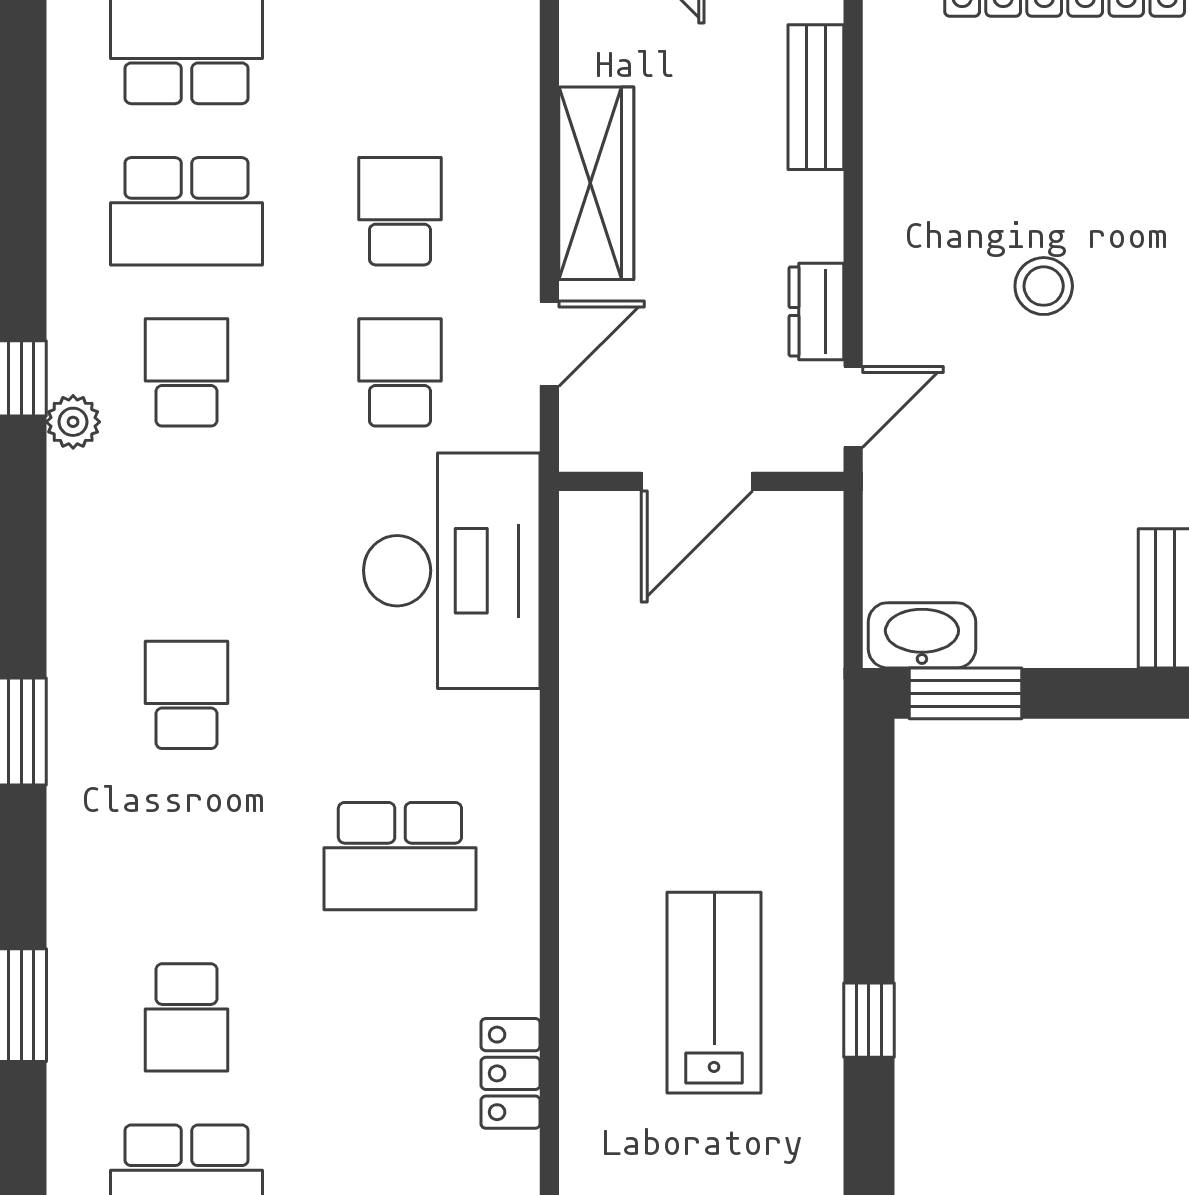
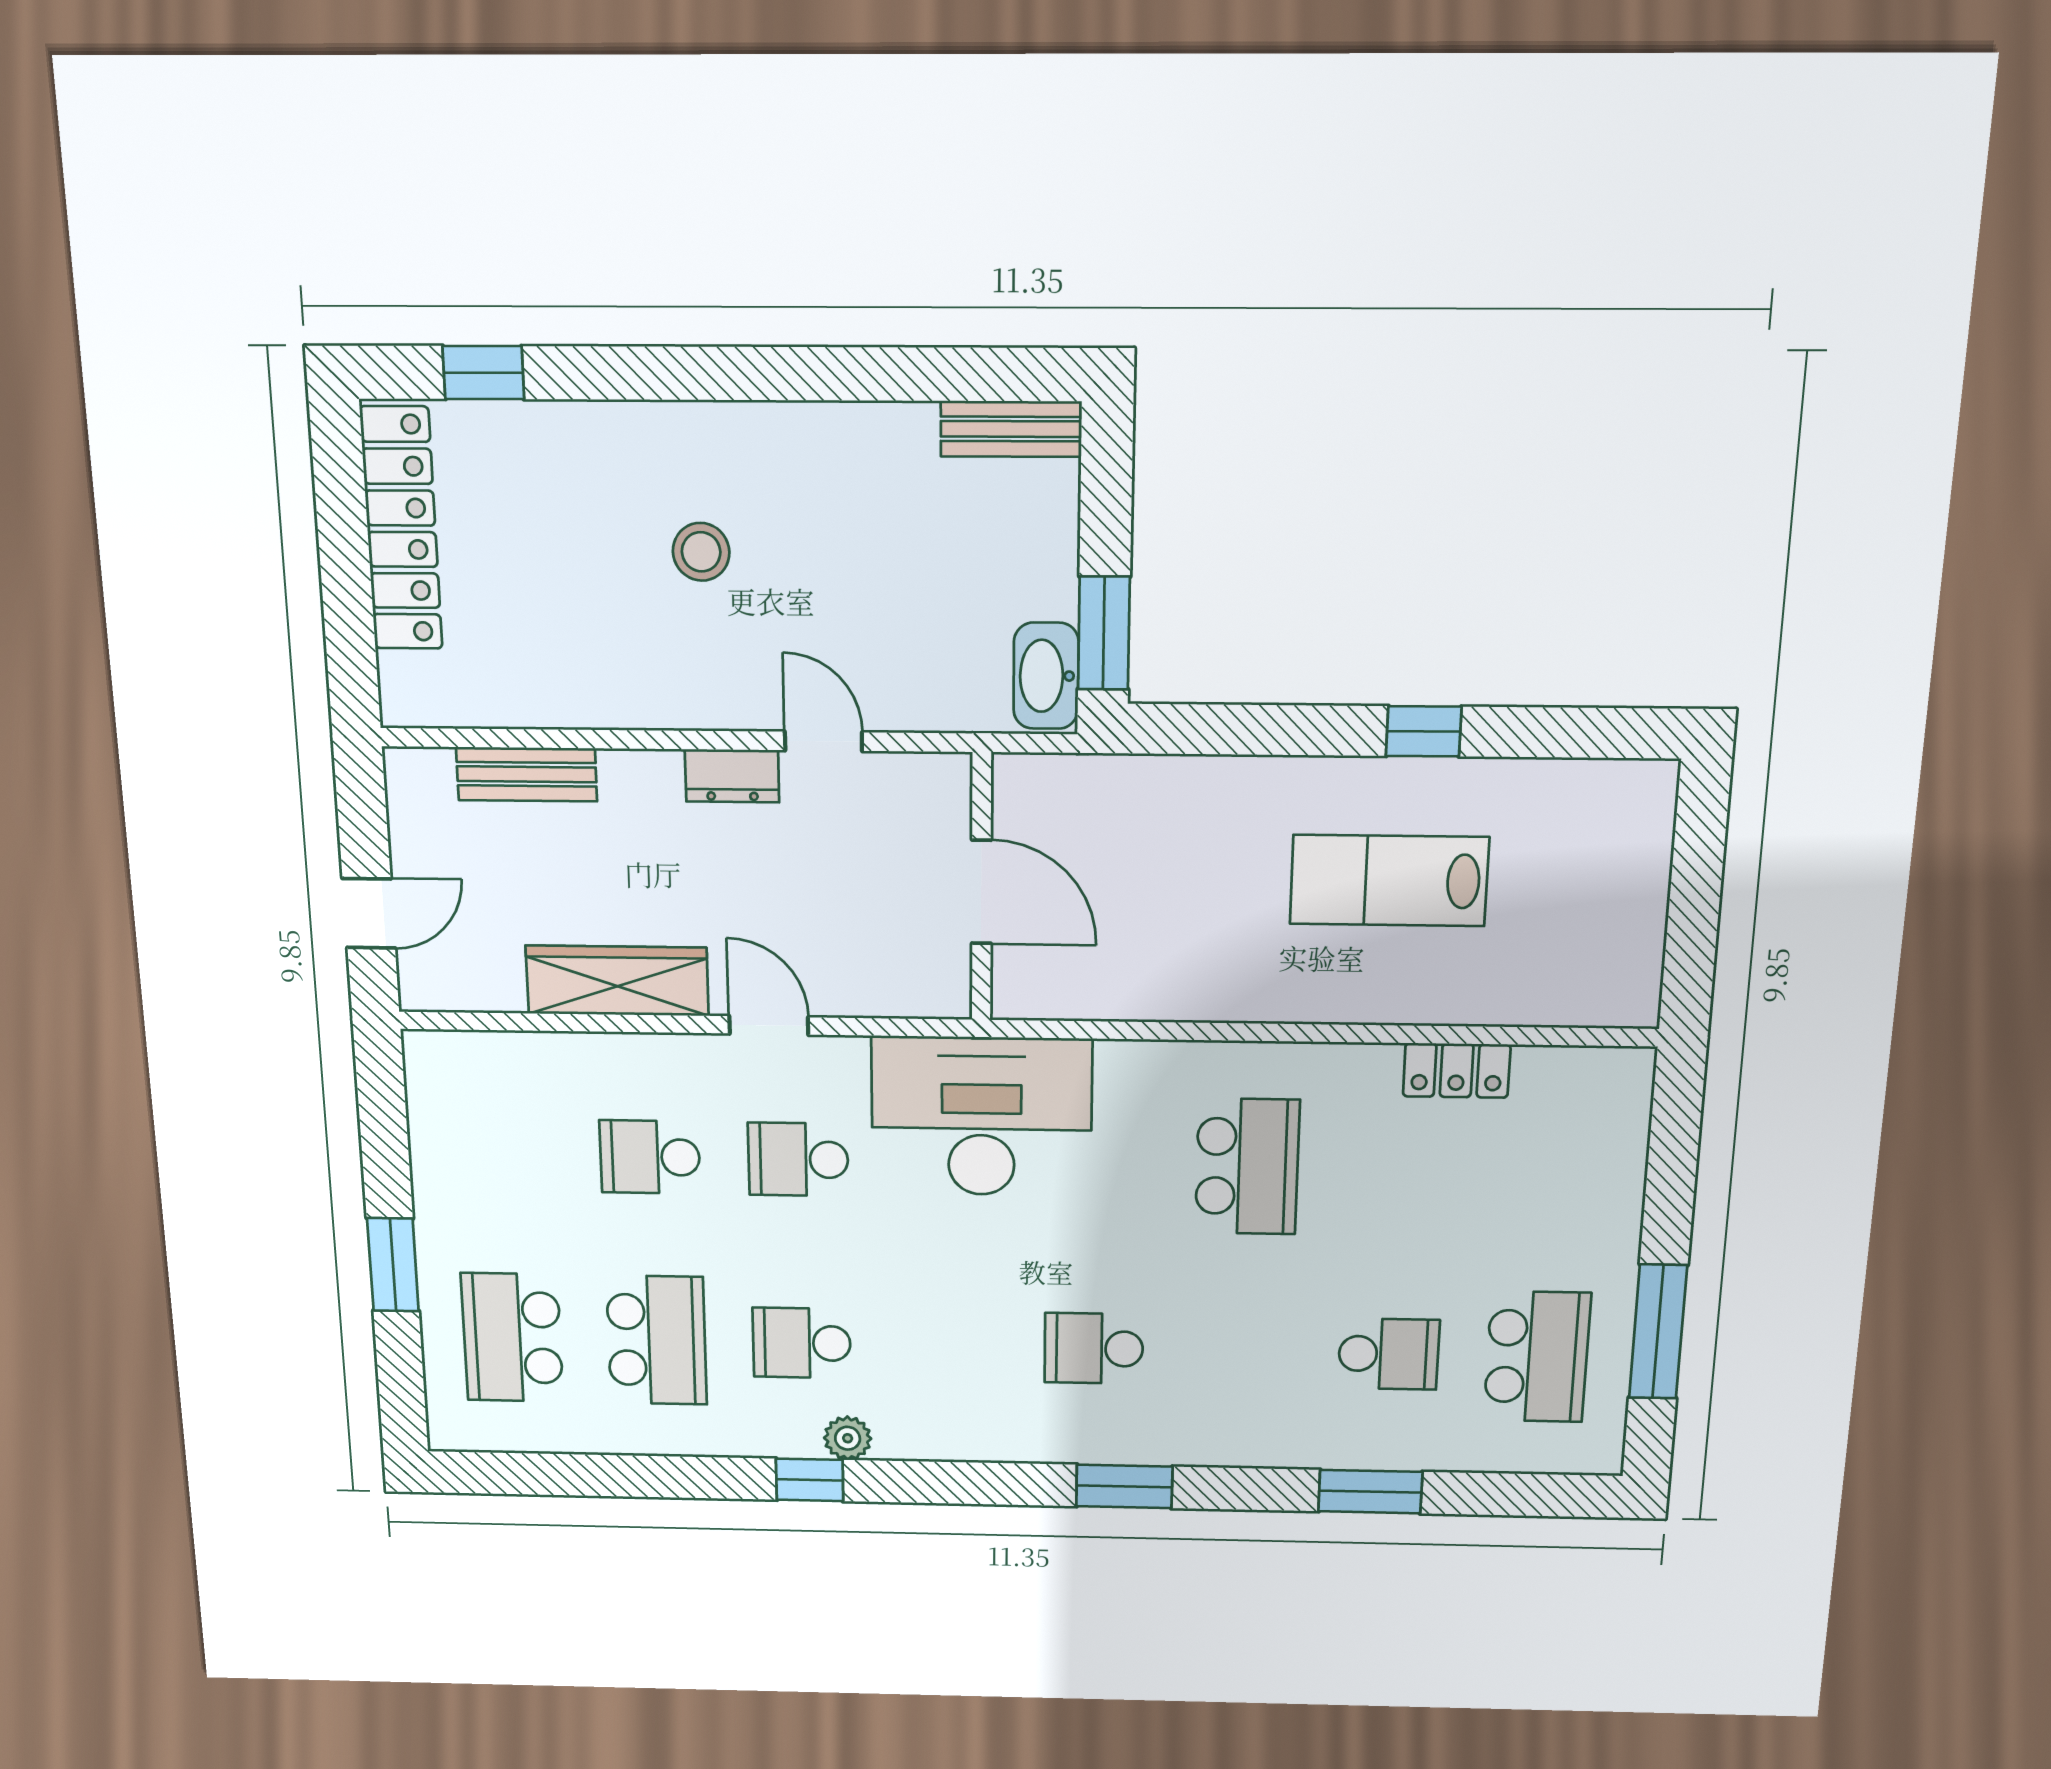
door: (697, 481) -> (981, 892), moved
wall: (701, 481) -> (981, 888), moved

